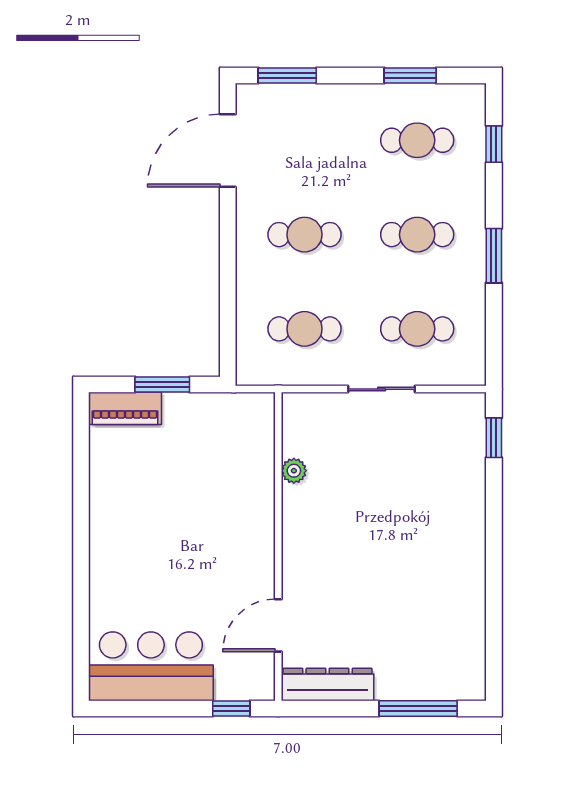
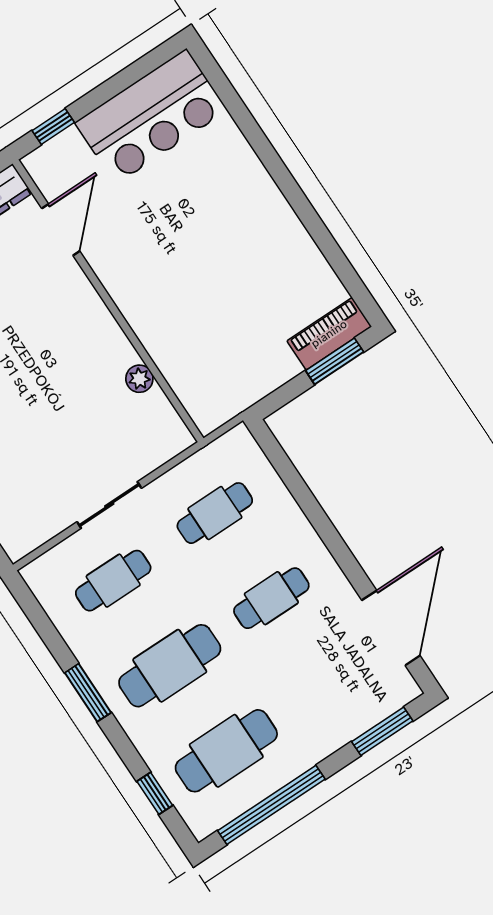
window: (410, 76) -> (271, 805), width x2.11
cafe table: (417, 140) -> (226, 751), width x1.37, depth x1.35
cafe table: (417, 235) -> (170, 666), width x1.37, depth x1.35
window: (162, 384) -> (335, 361), moved

